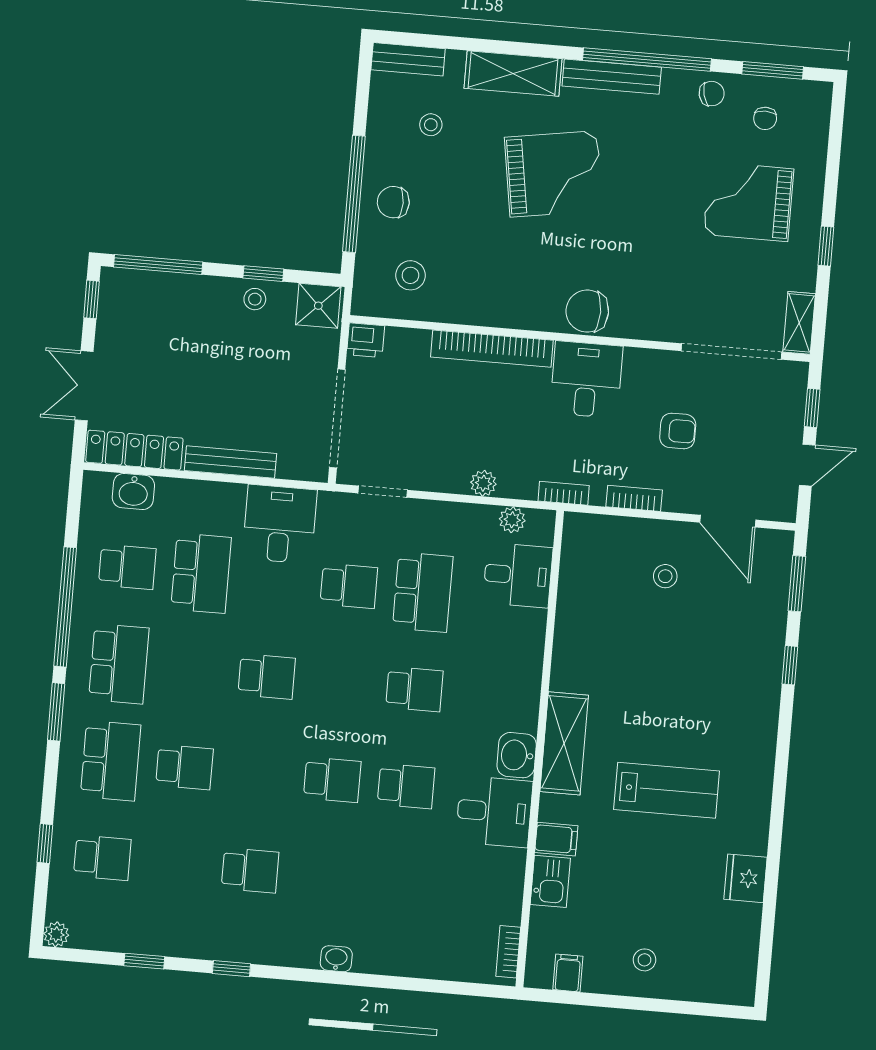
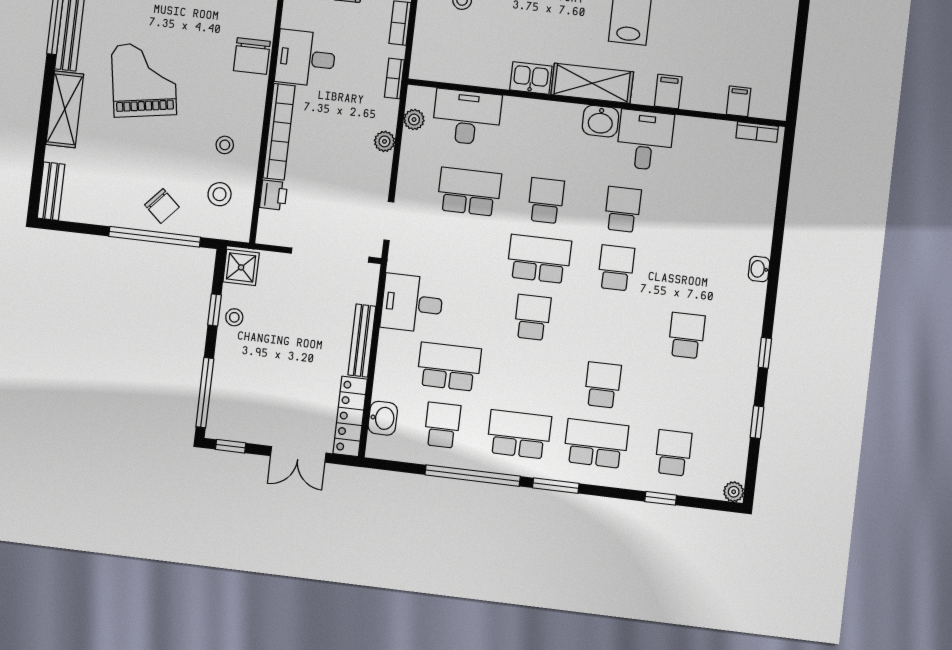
stool: (431, 125) -> (225, 145), moved
chair: (393, 202) -> (162, 206), turned -48
printer: (366, 340) -> (273, 195), moved
desk: (518, 575) -> (467, 117), width x1.37
school desk: (349, 586) -> (539, 259), moved, width x1.85
kitchen sink: (550, 881) -> (531, 78), moved
stool: (644, 960) -> (766, 24), removed
filing cabinet: (568, 973) -> (739, 101), moved, turned 90

